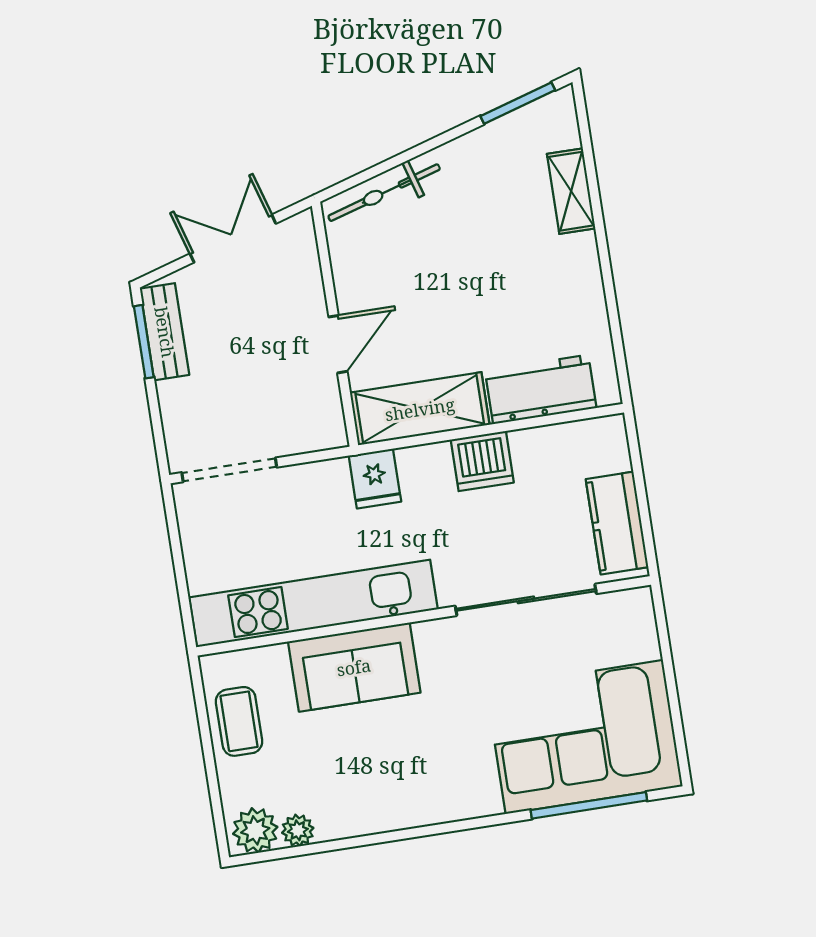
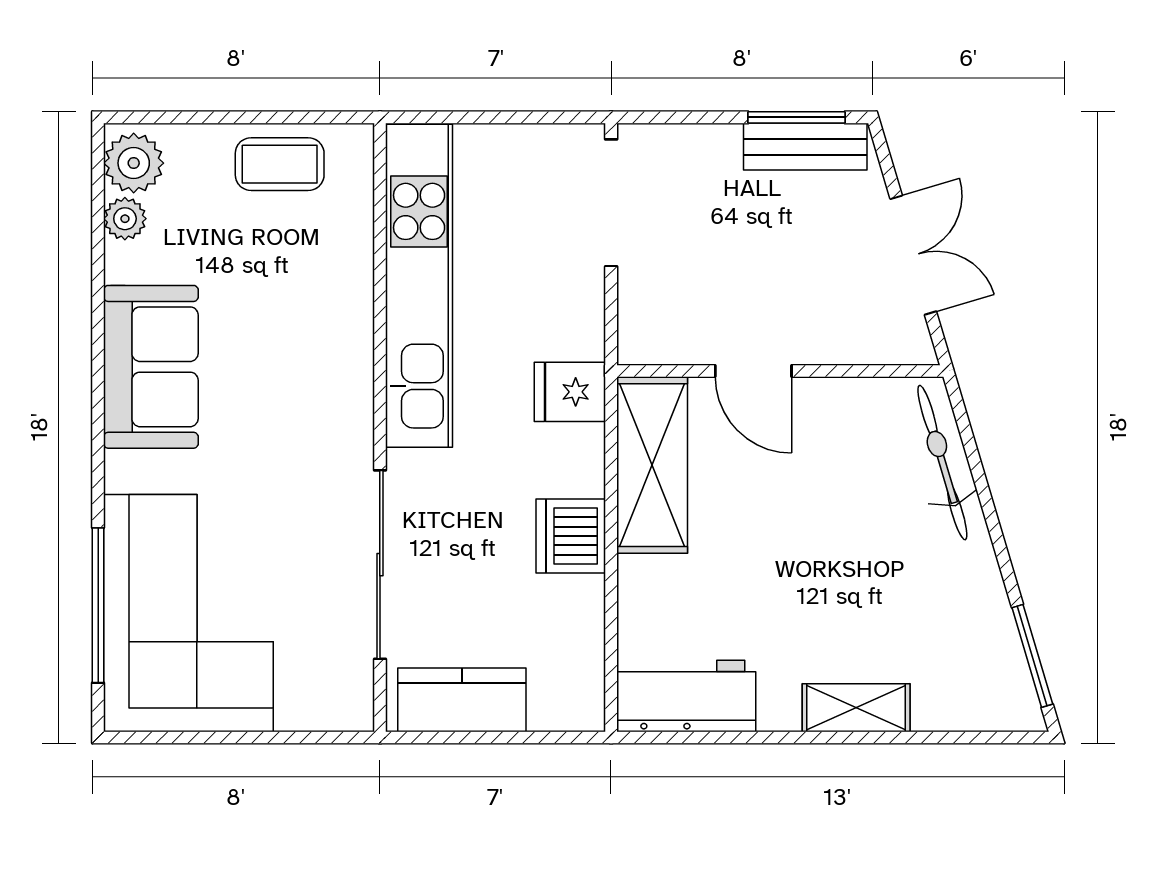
shelving: (571, 191) -> (856, 708), moved
workbench: (541, 389) -> (686, 696), moved, turned -90
sofa: (354, 667) -> (151, 367), moved, turned 180

